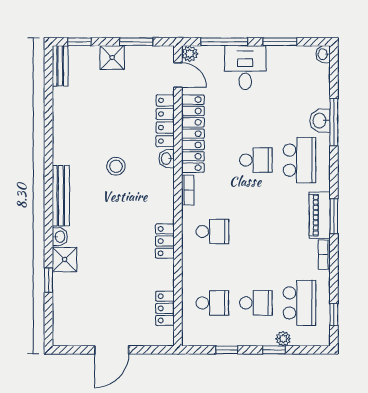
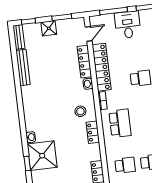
plant: (190, 54) -> (94, 20), removed
door: (178, 75) -> (89, 34), hinge flipped
stool: (116, 166) -> (80, 111), moved
bench: (61, 196) -> (23, 67), moved
school desk: (212, 232) -> (120, 123), width x1.85
shower: (65, 259) -> (42, 156), width x1.86, depth x1.86

